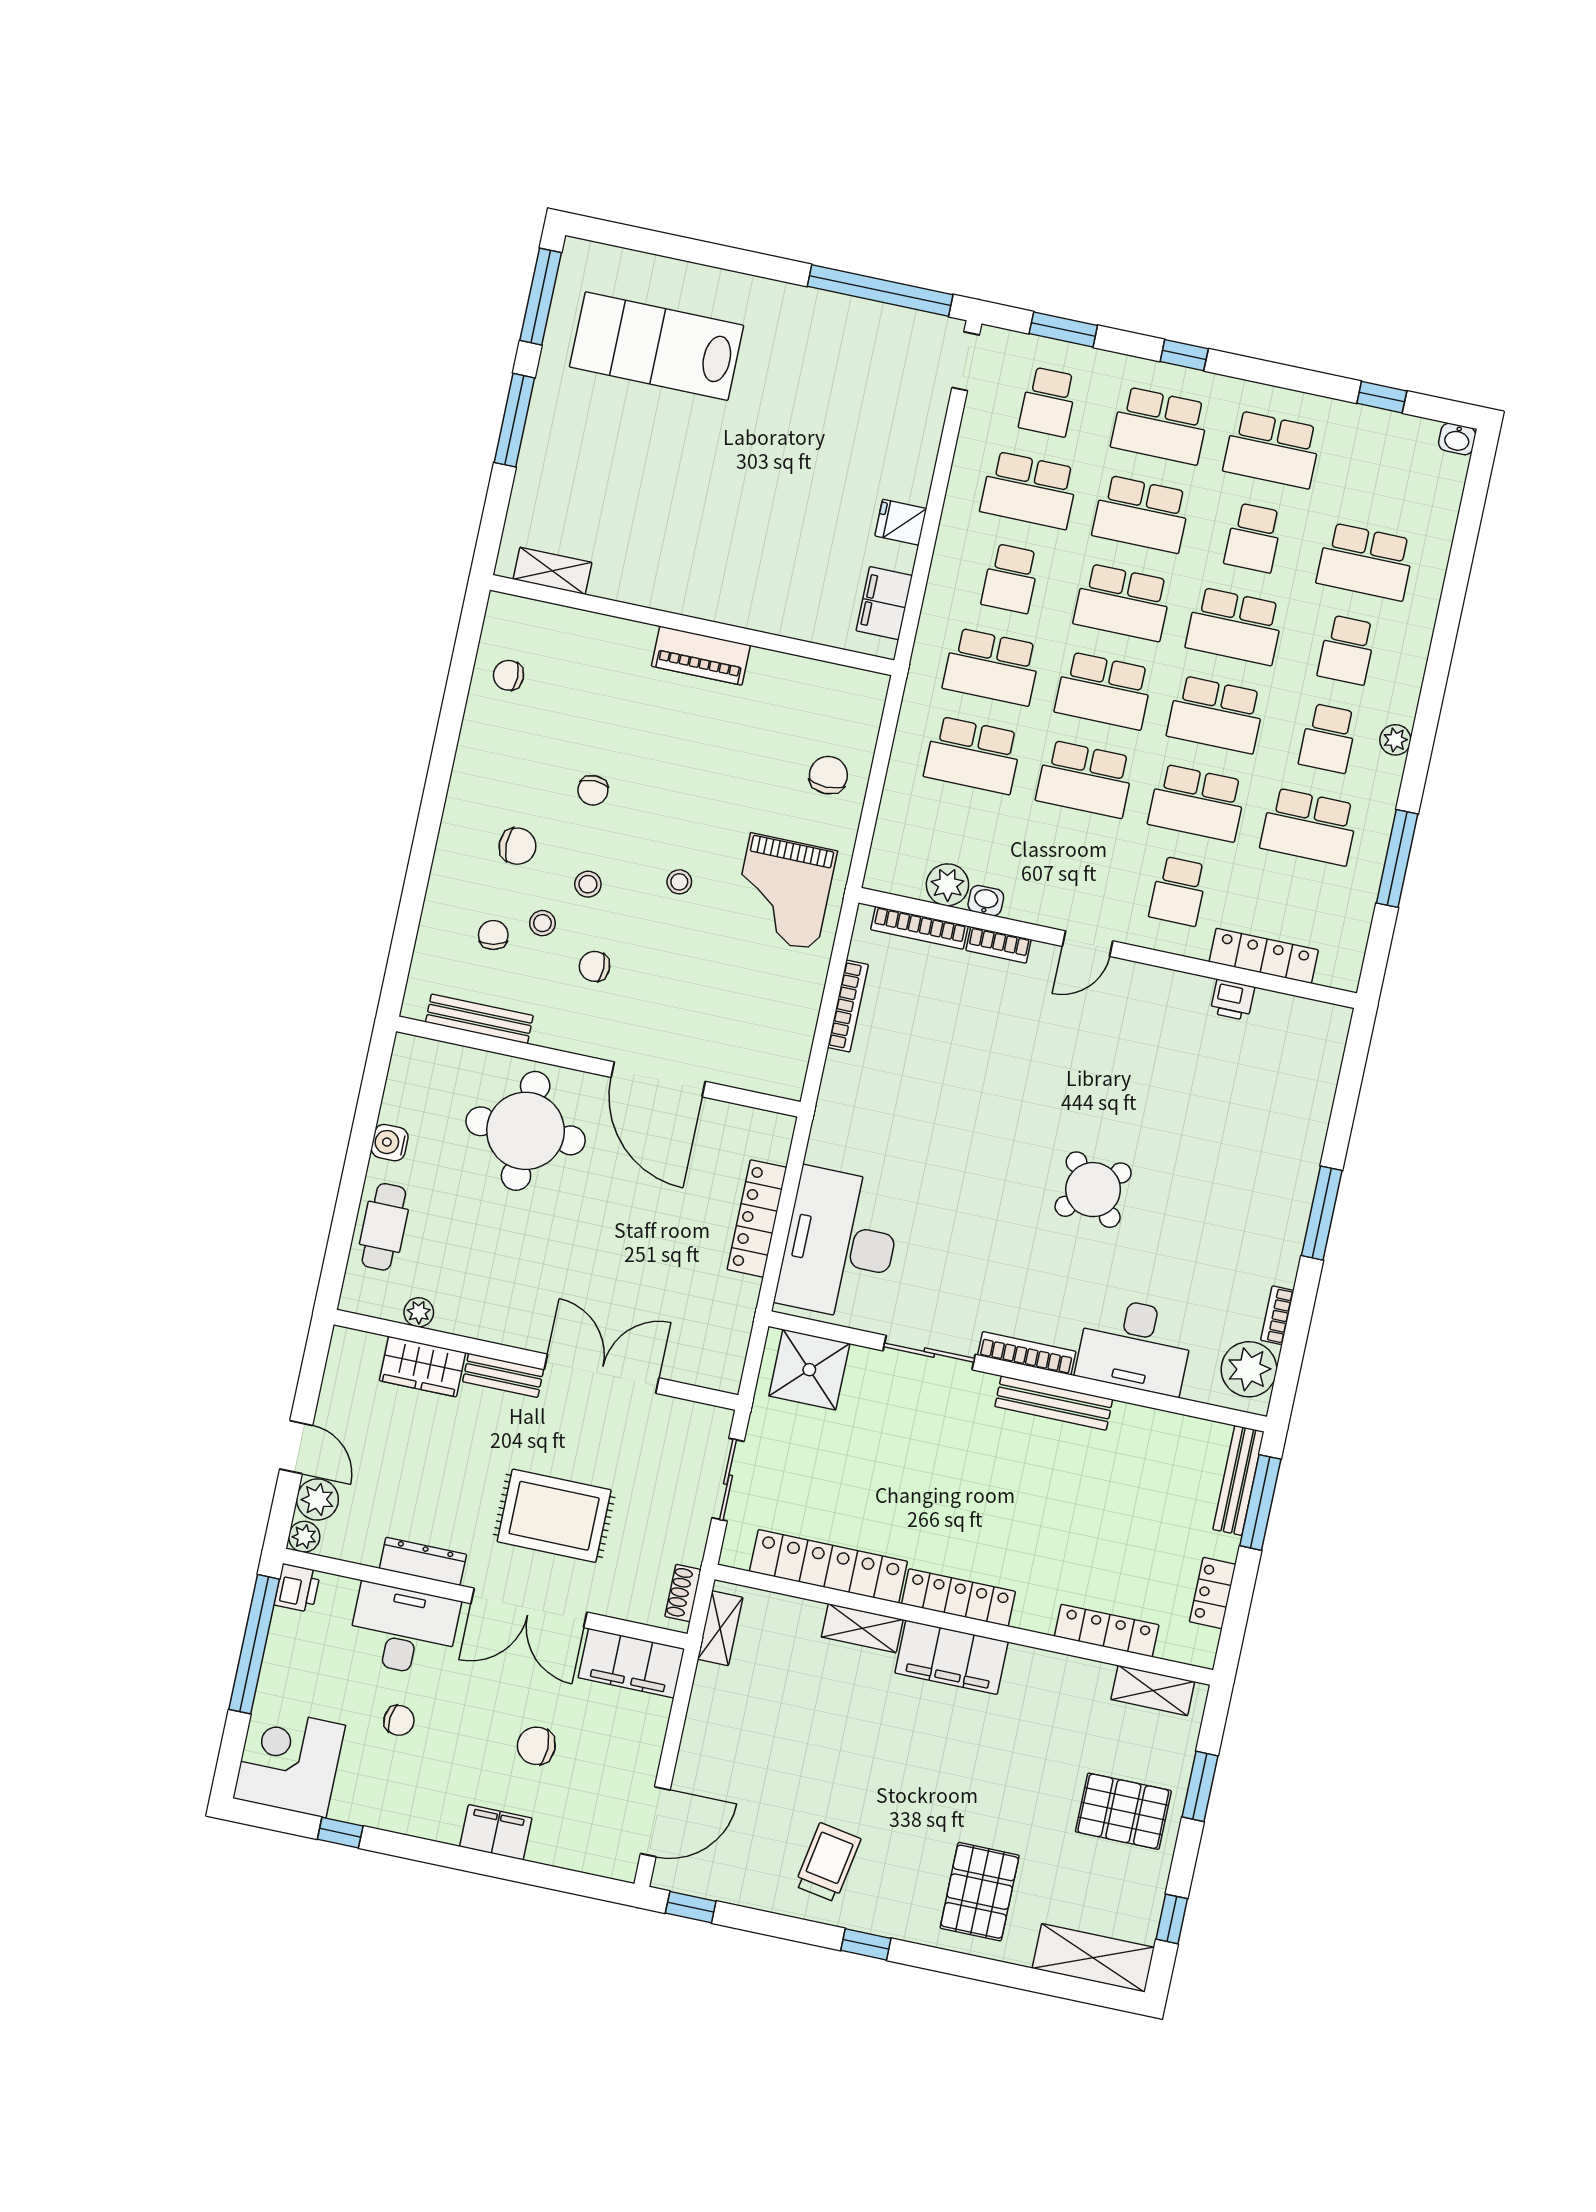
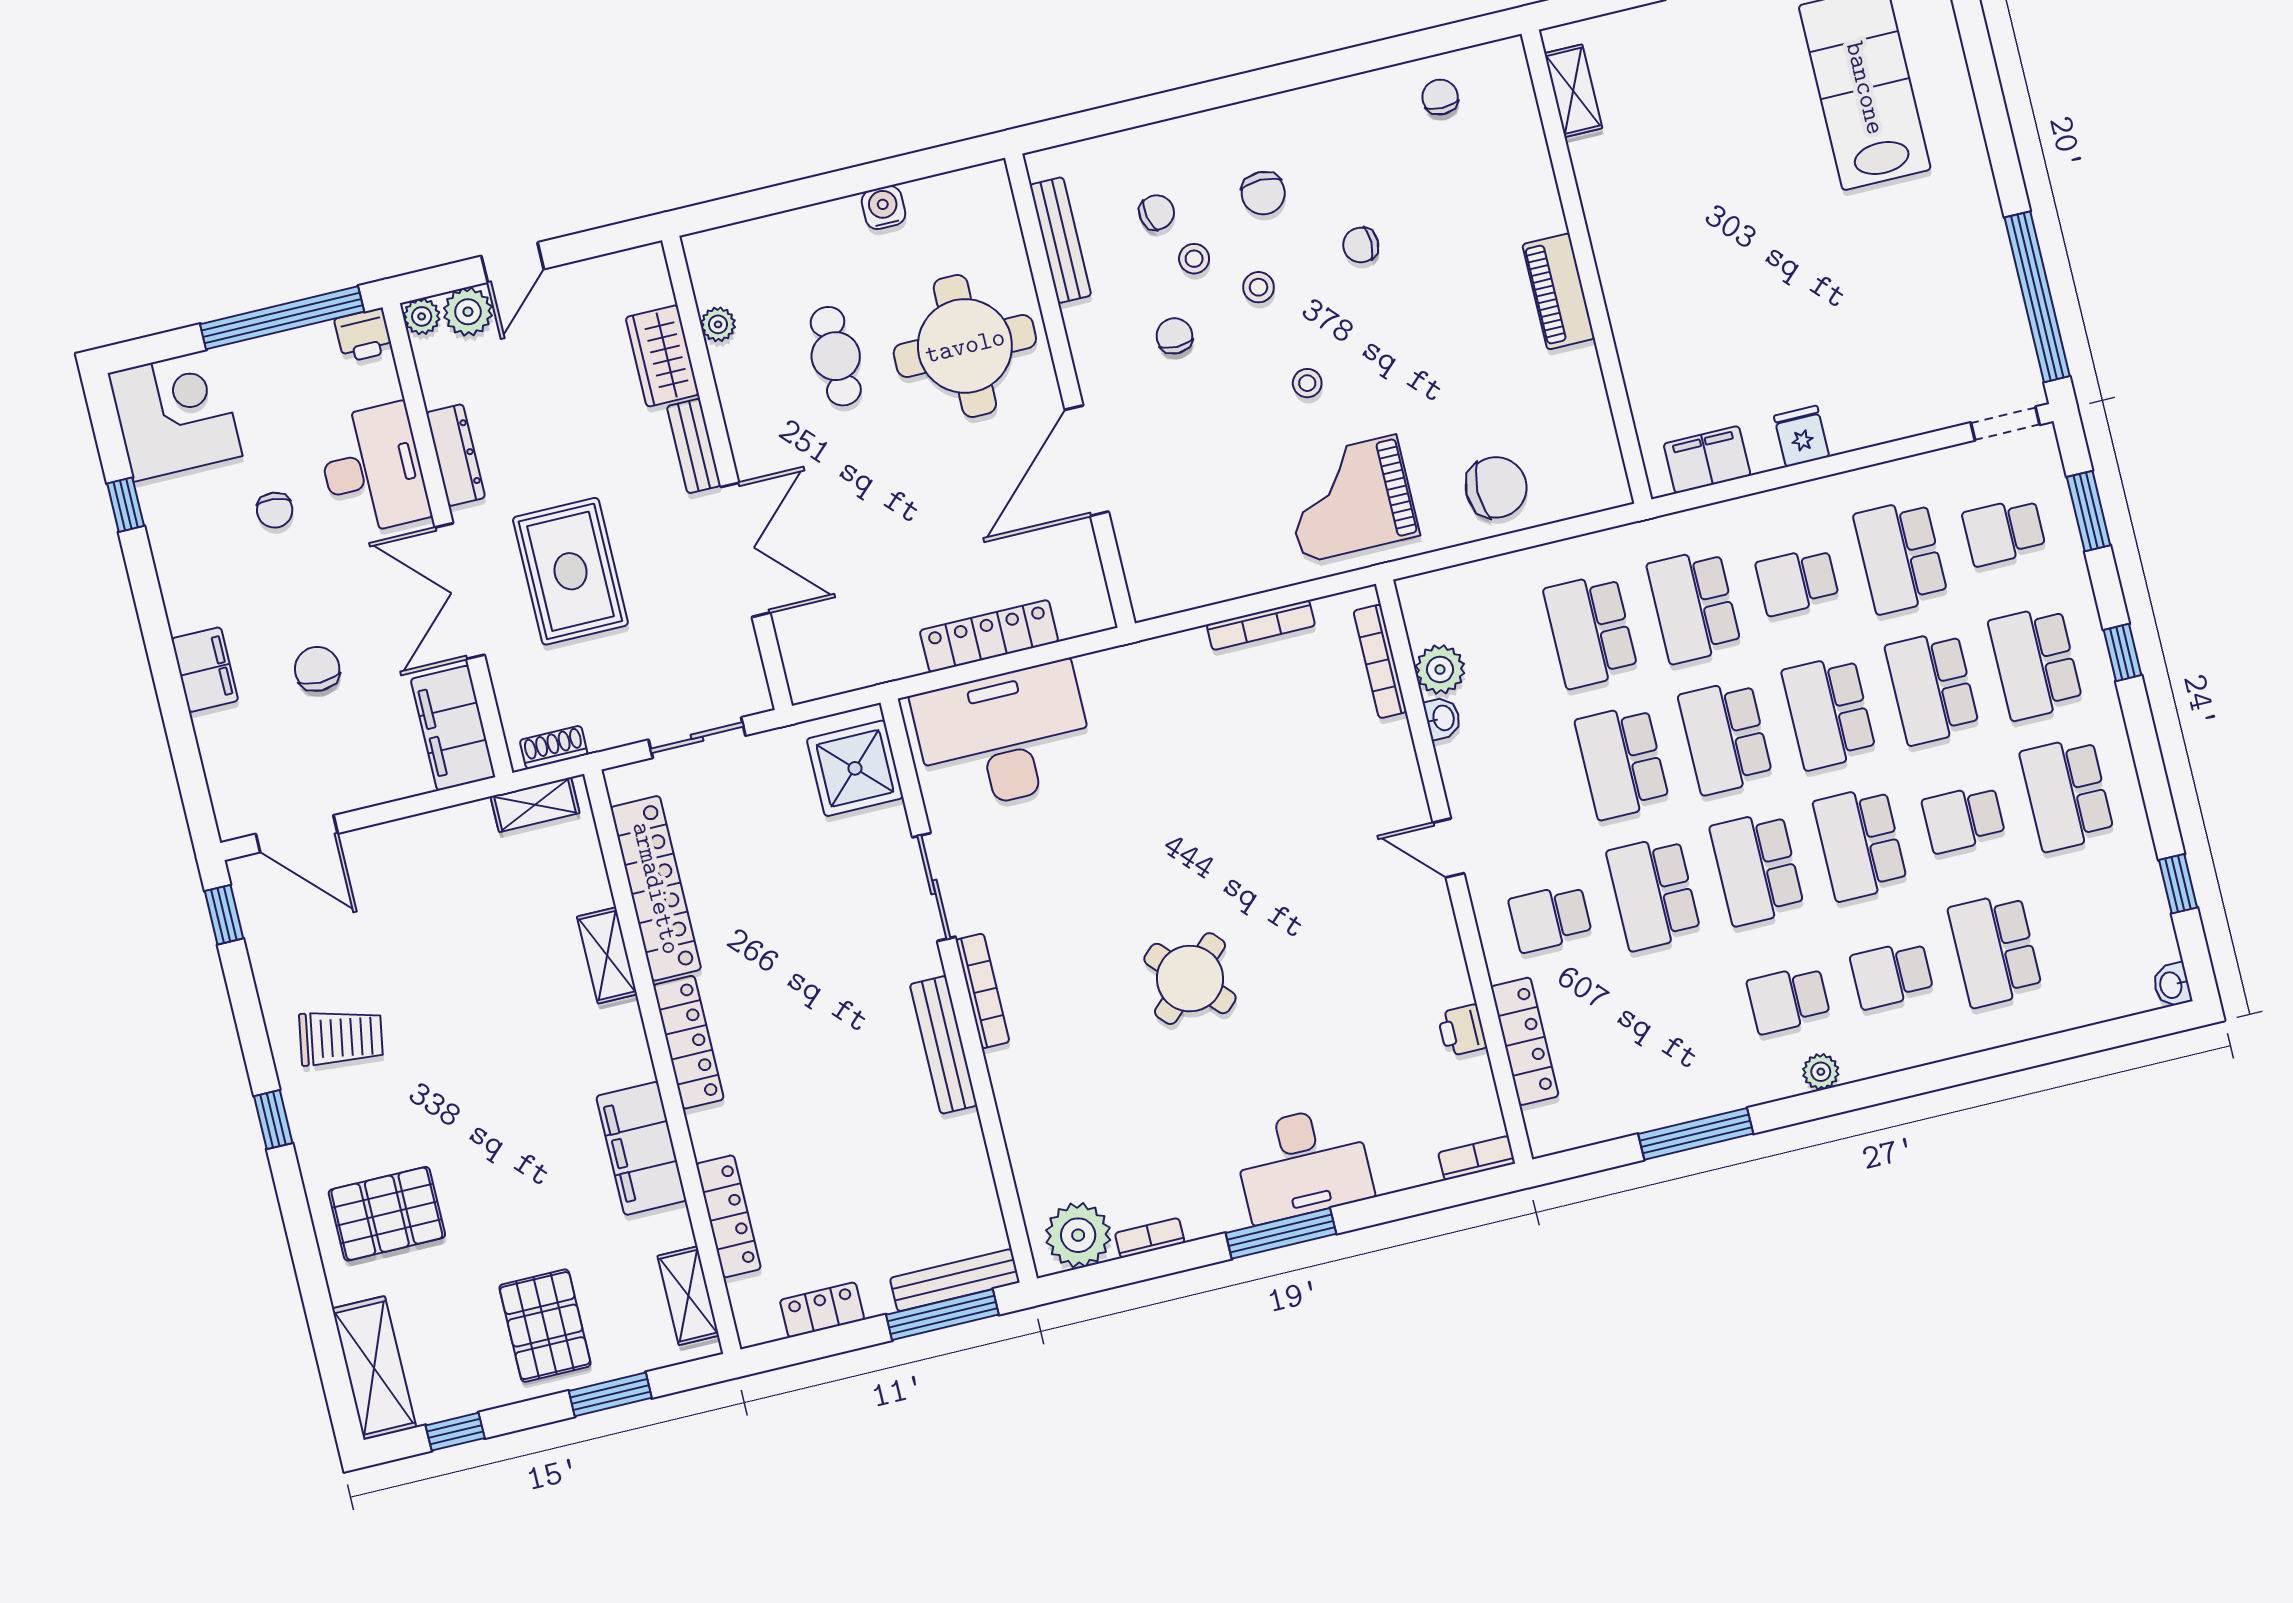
chair: (828, 775) -> (1496, 487), width x1.37, depth x1.37
school desk: (1309, 827) -> (1685, 1024), removed
bookcase: (999, 945) -> (1477, 1158), moved, turned 90
cafe table: (384, 1227) -> (836, 356), moved, turned 90
desk: (1135, 1346) -> (1303, 1164), moved, turned -90
filing cabinet: (951, 1657) -> (641, 1148), moved

